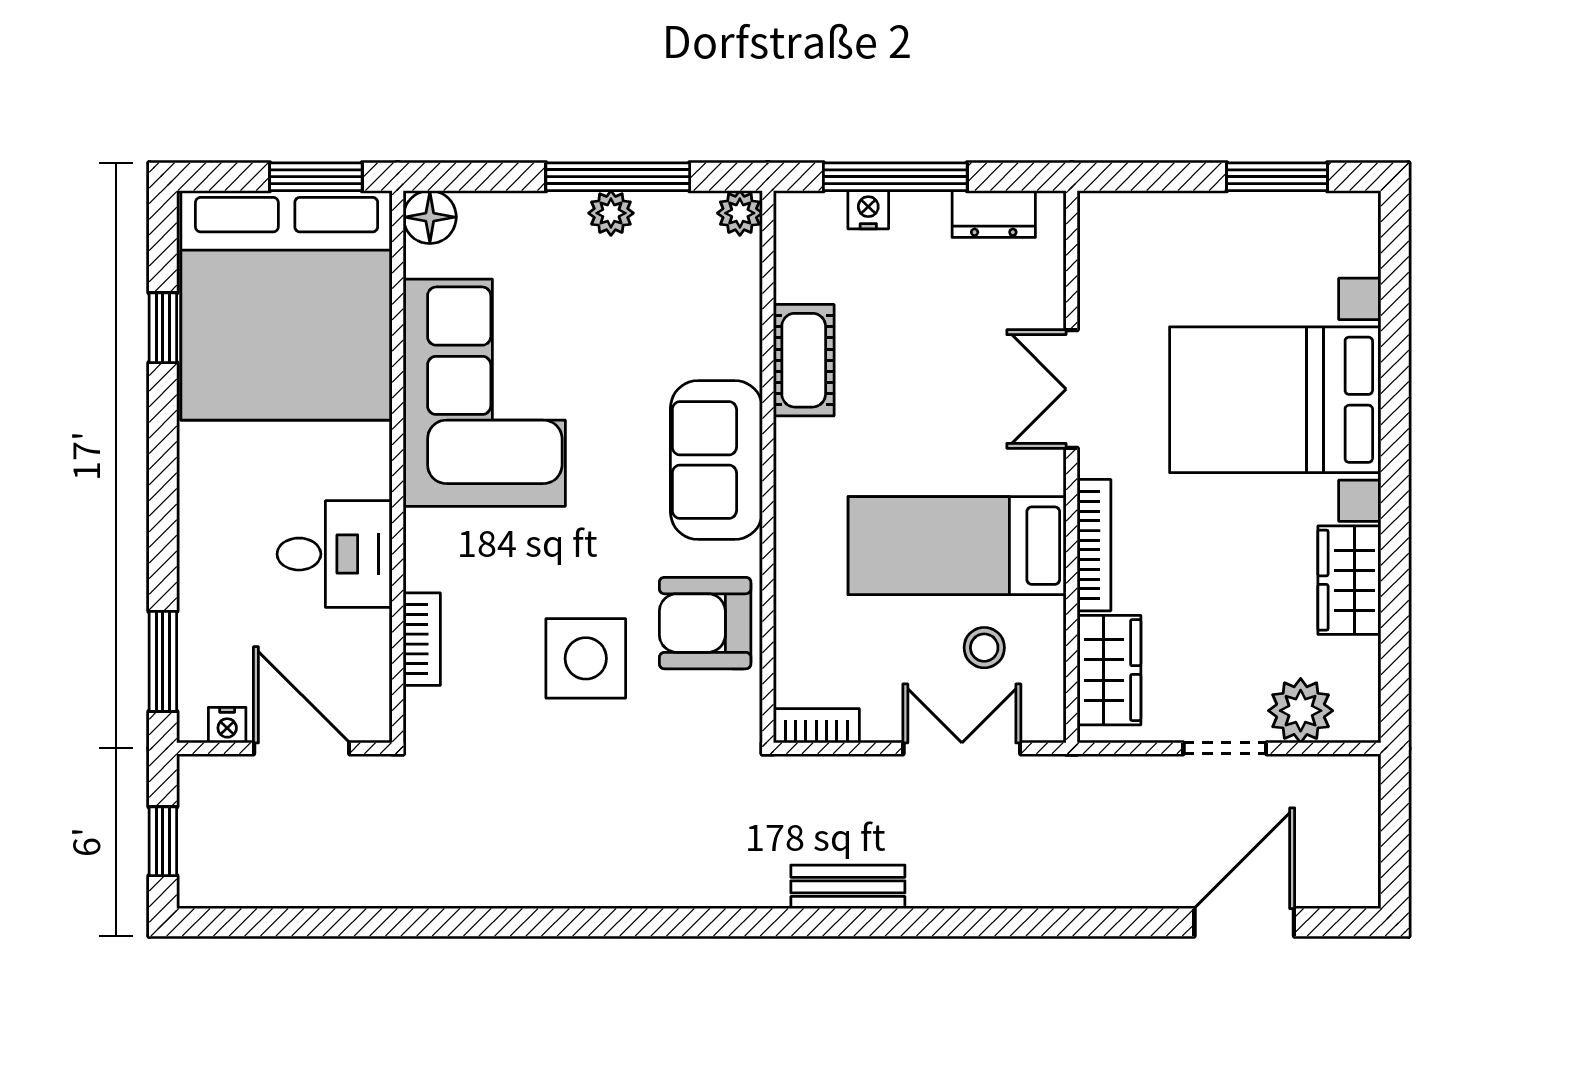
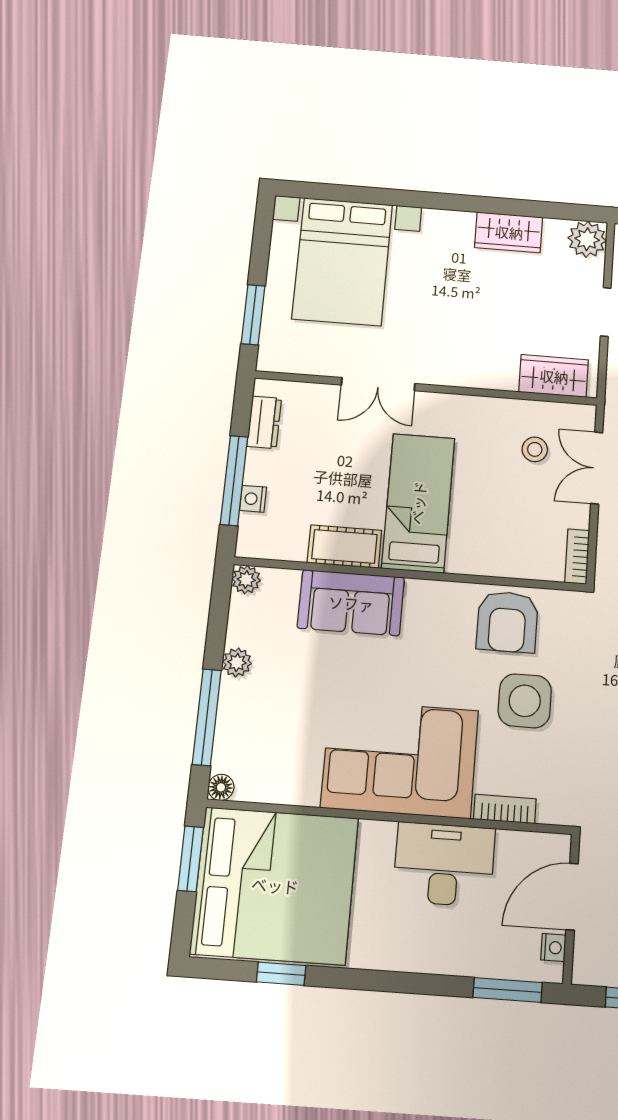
window: (618, 177) -> (207, 717), moved
window: (1277, 177) -> (253, 315), moved
floor lamp: (430, 217) -> (221, 787), width x0.73, depth x0.73
corner sofa: (484, 393) -> (400, 759), moved
bed with nightstands: (1275, 400) -> (342, 261), moved
sofa: (716, 460) -> (351, 603), moved
bookcase: (1094, 545) -> (476, 379), removed
bed: (957, 546) -> (418, 503), moved, turned 180
desk: (335, 554) -> (444, 864), width x1.37
plant: (1301, 711) -> (587, 239), moved

